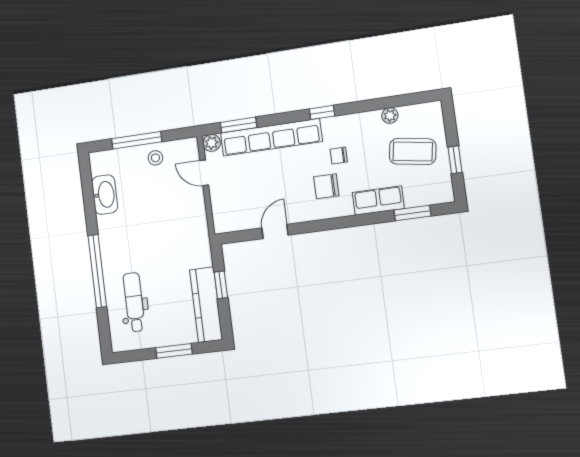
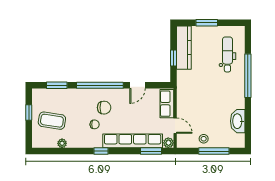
row of seats: (378, 201) -> (167, 104), moved, turned 90
window: (338, 223) -> (100, 85), added
dental chair: (134, 302) -> (227, 54), turned 180

